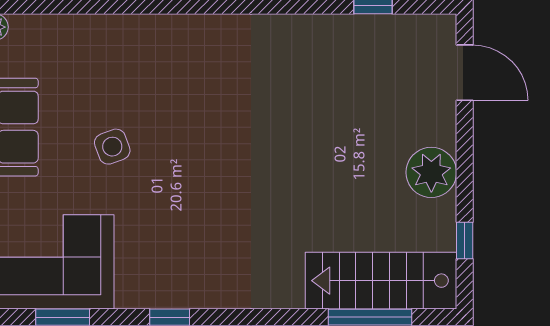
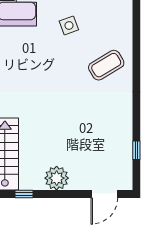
coffee table: (195, 69) -> (106, 65), added

